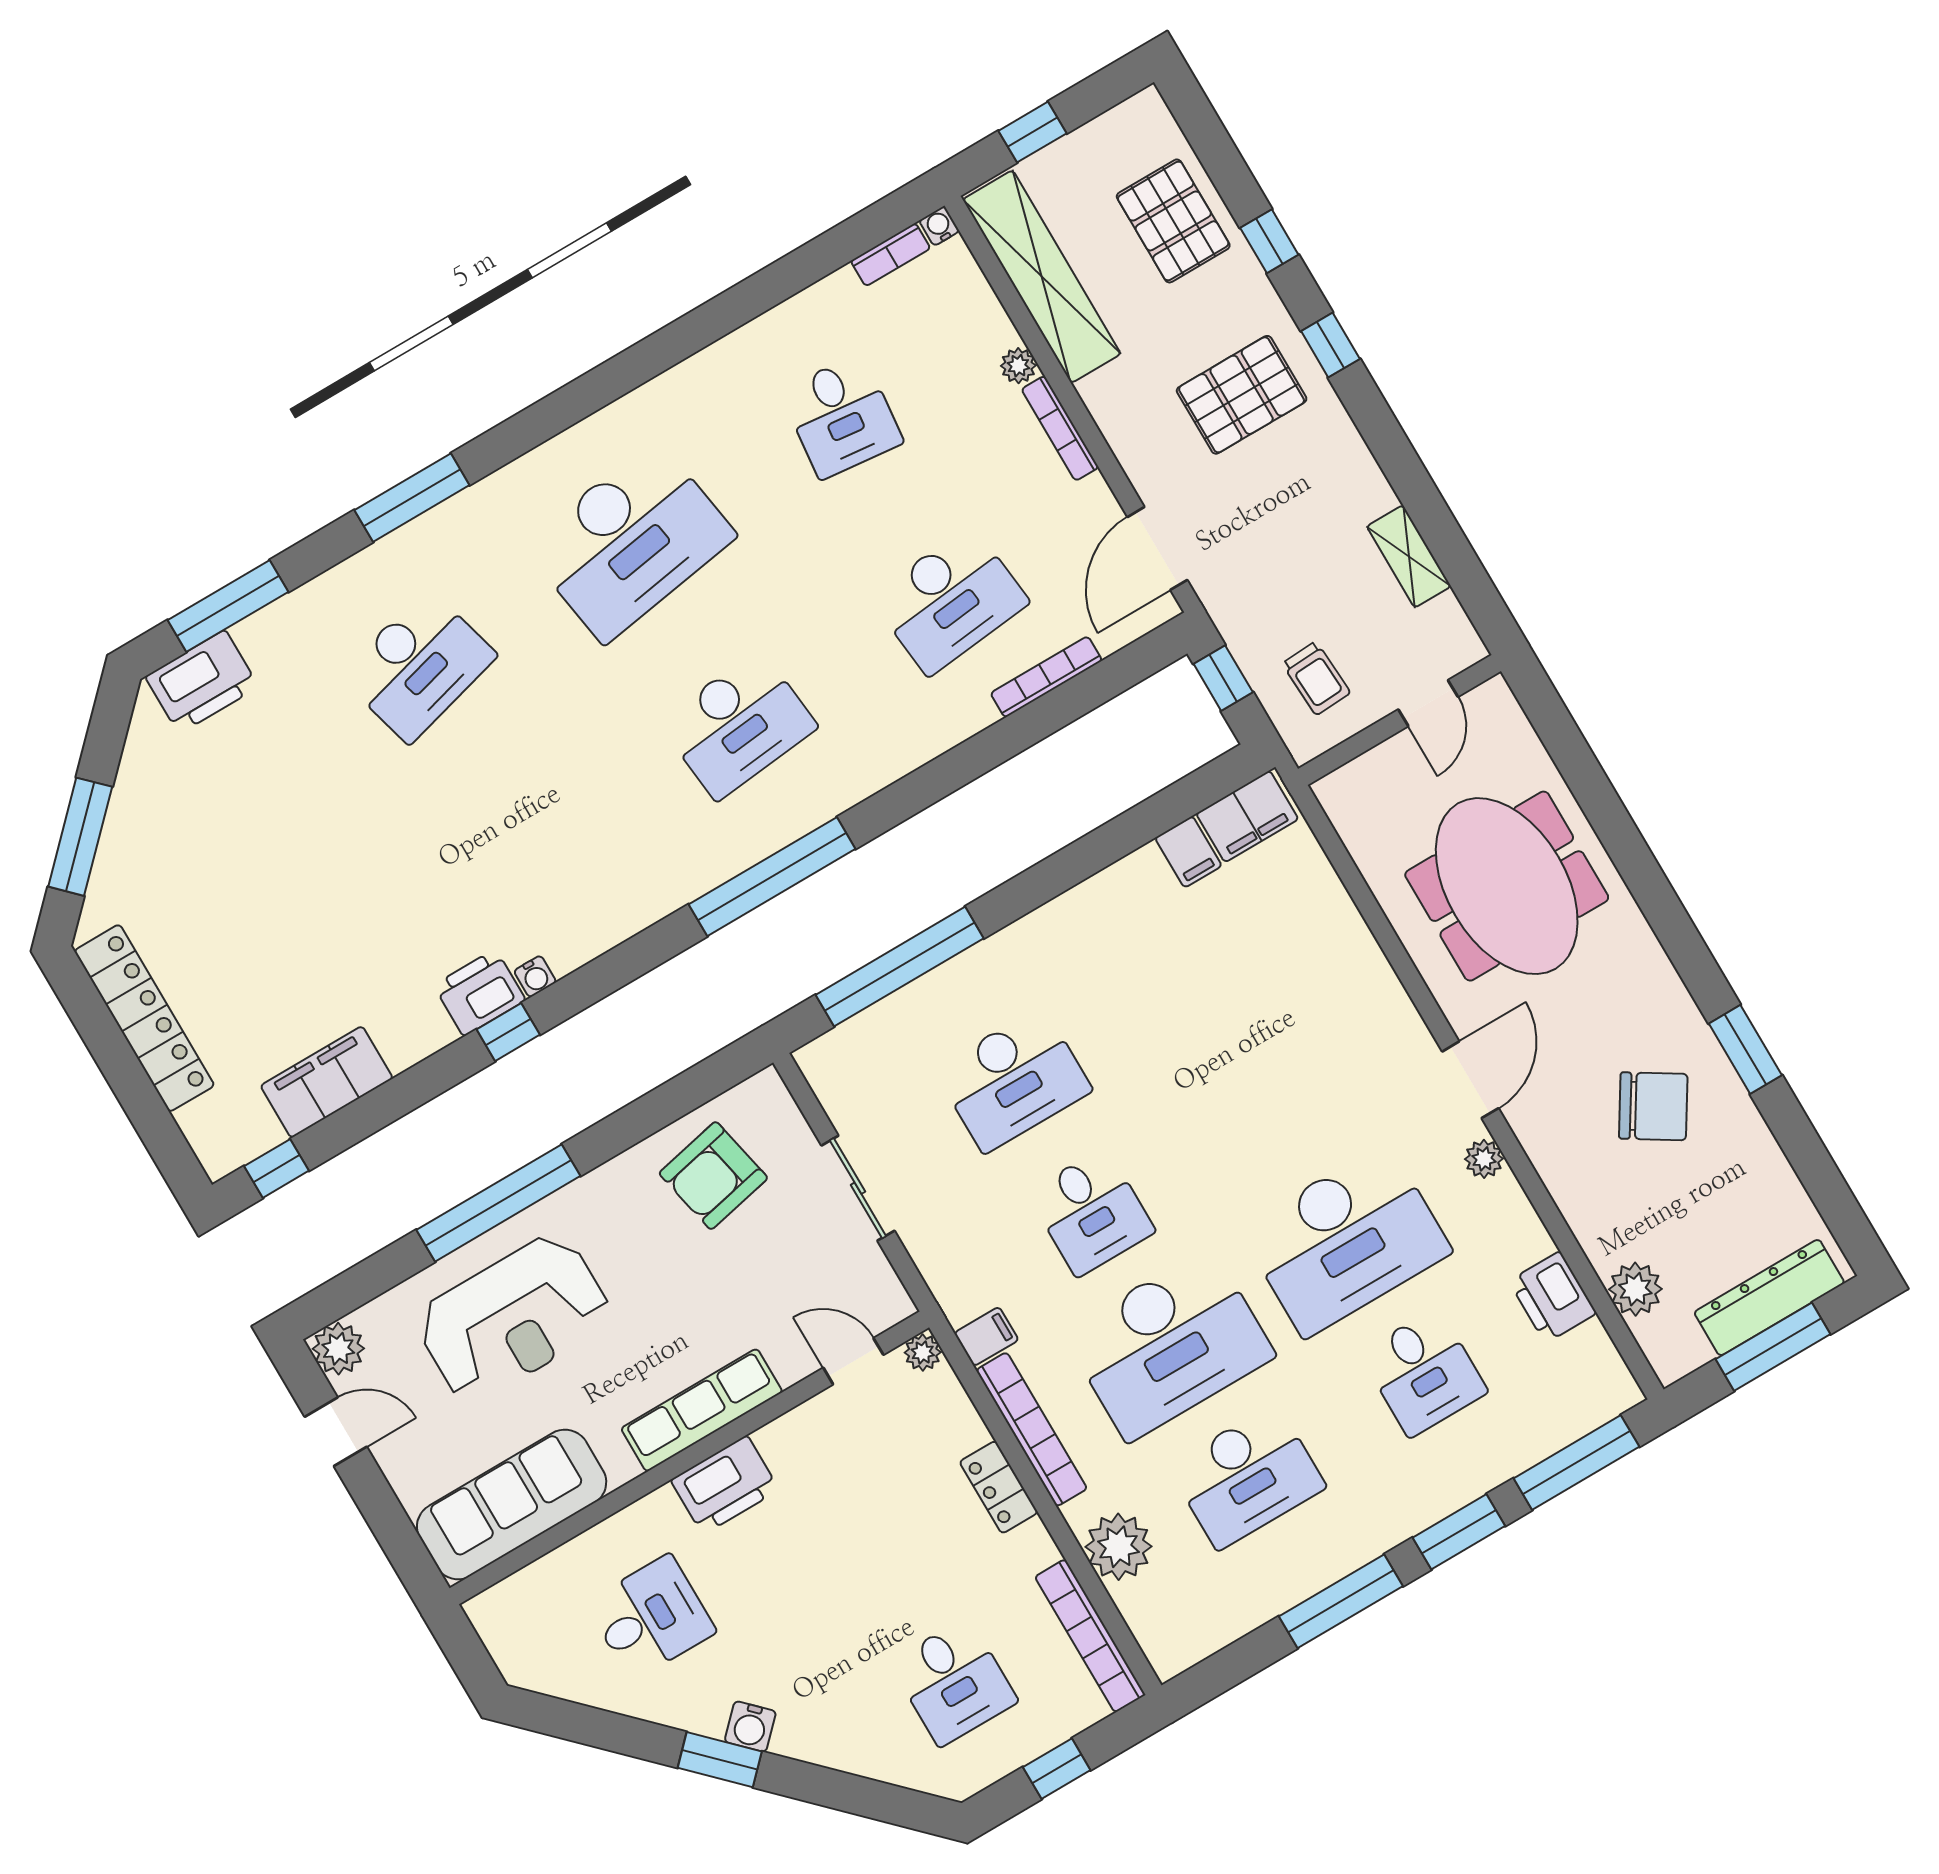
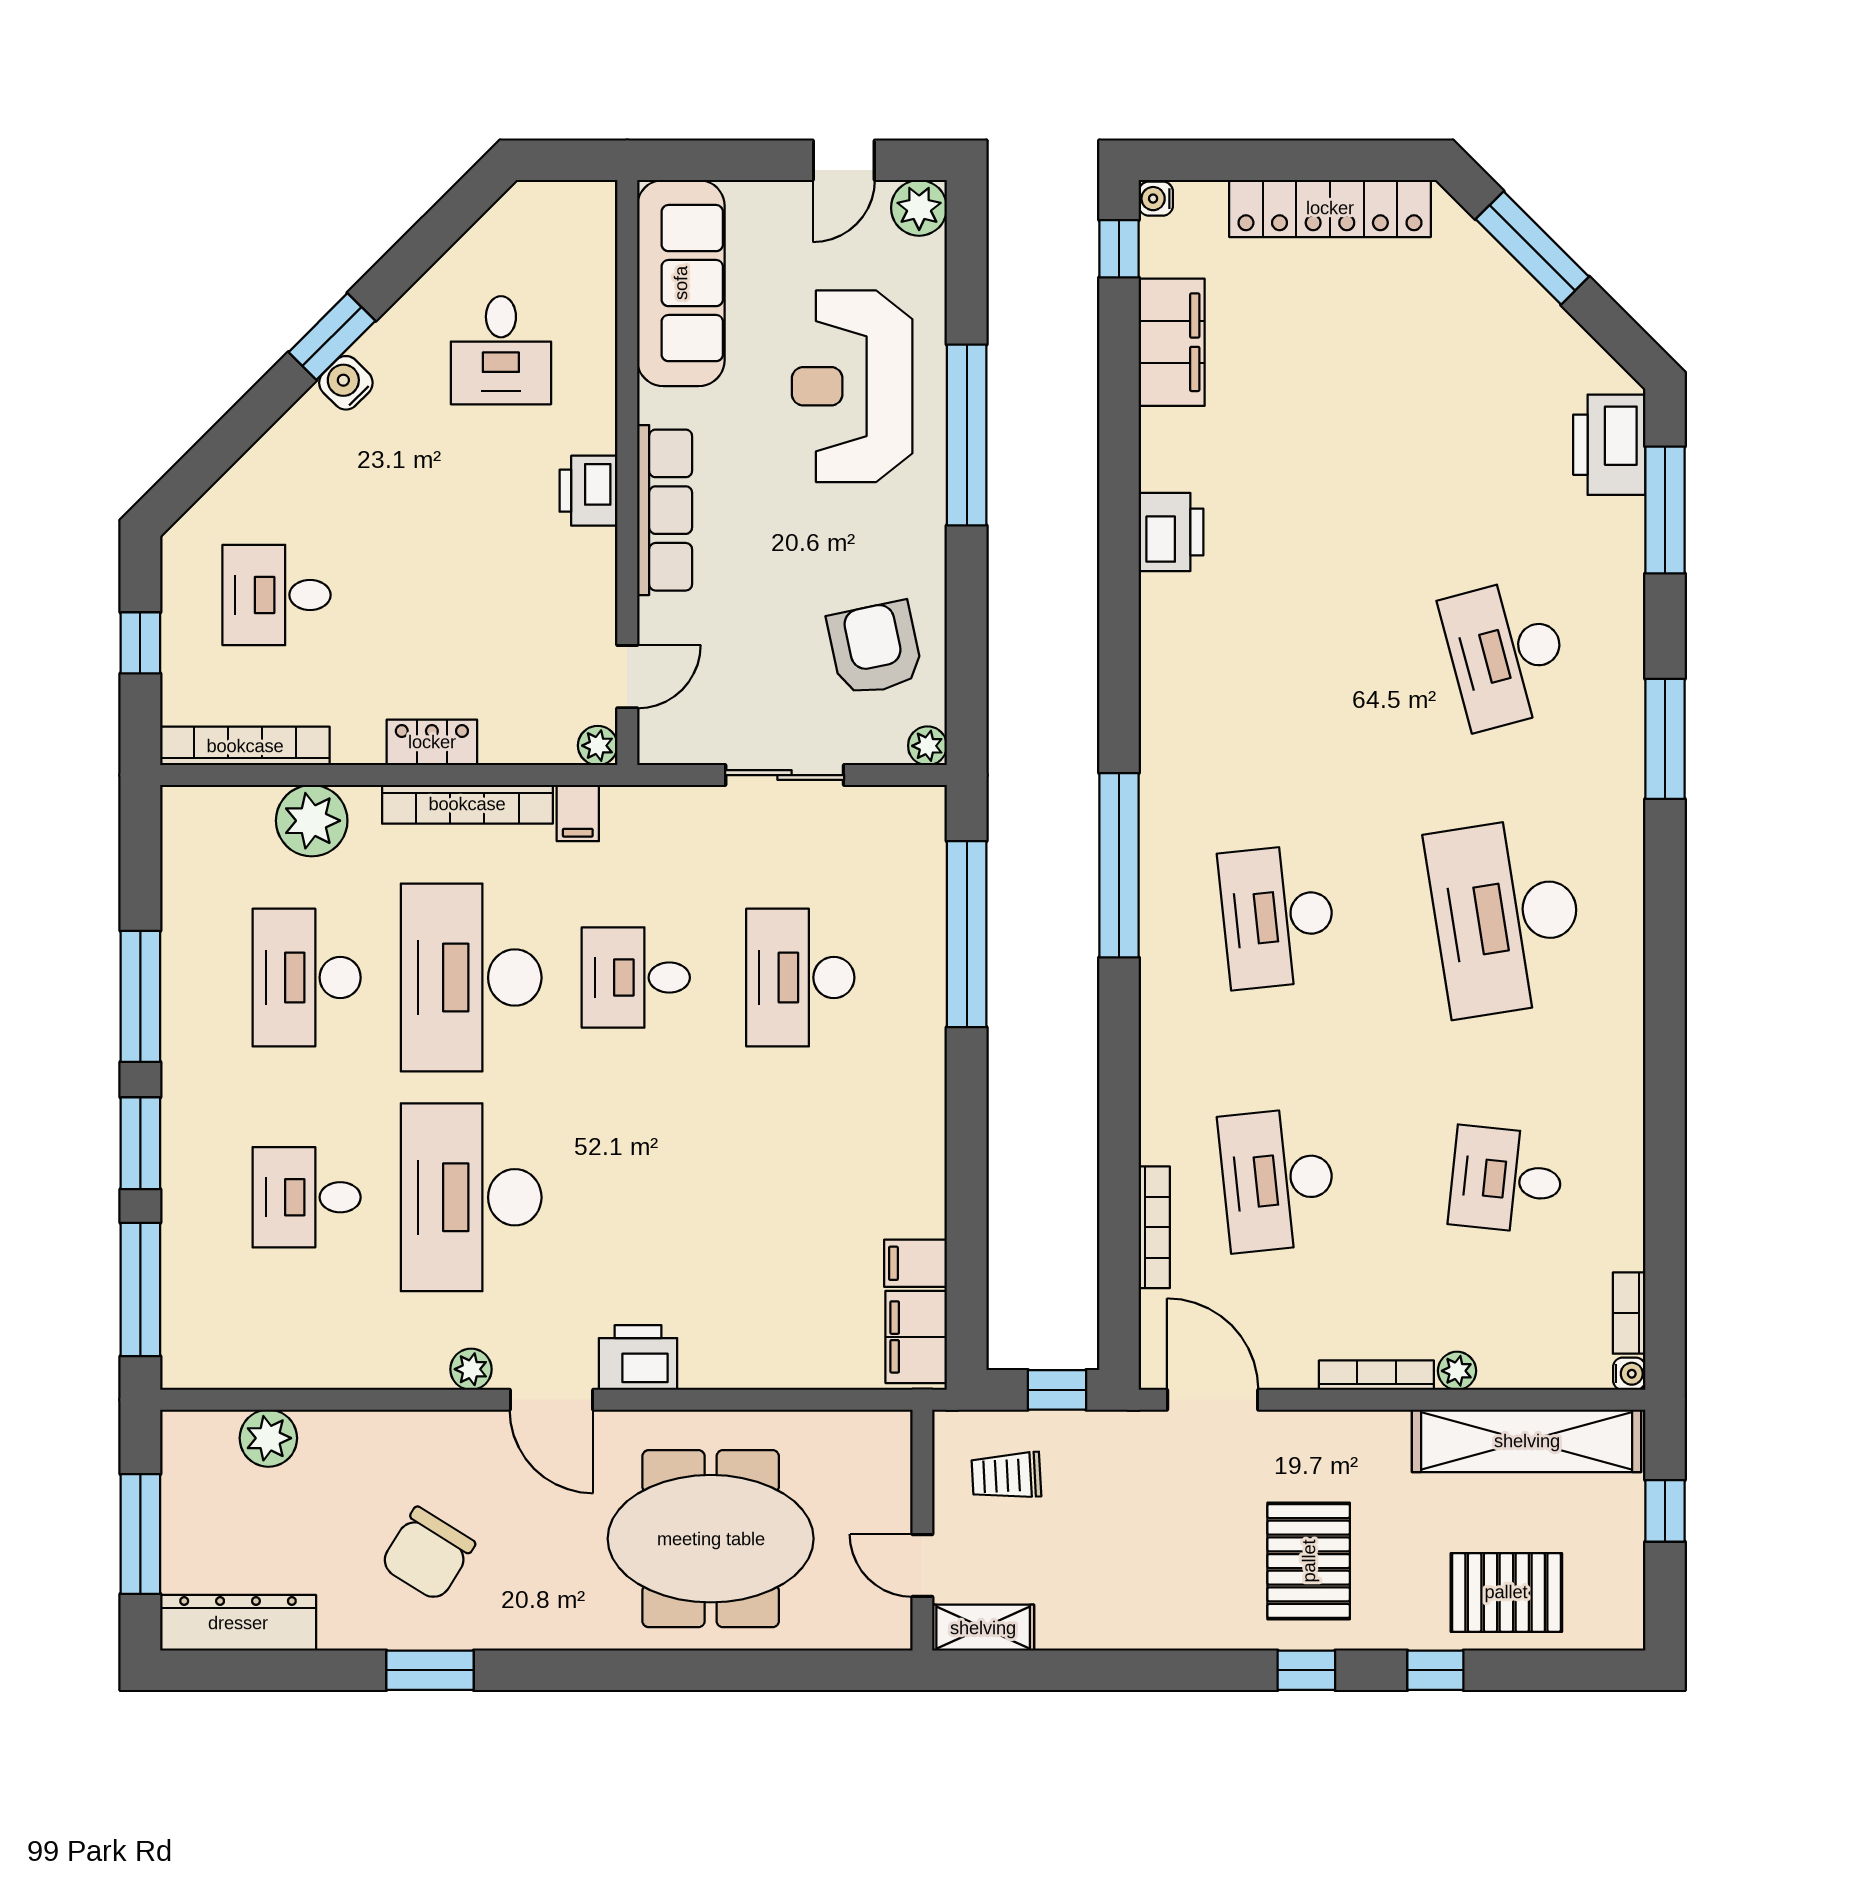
shelving: (1409, 556) -> (983, 1628), moved
water cooler: (535, 976) -> (1156, 199), moved
window: (508, 1032) -> (1119, 537), removed
plant: (767, 1087) -> (927, 746), added
printer: (1553, 1297) -> (638, 1358), moved
dresser: (1769, 1298) -> (238, 1623), moved, turned -90
printer: (725, 1485) -> (588, 491), width x0.73, depth x0.84

